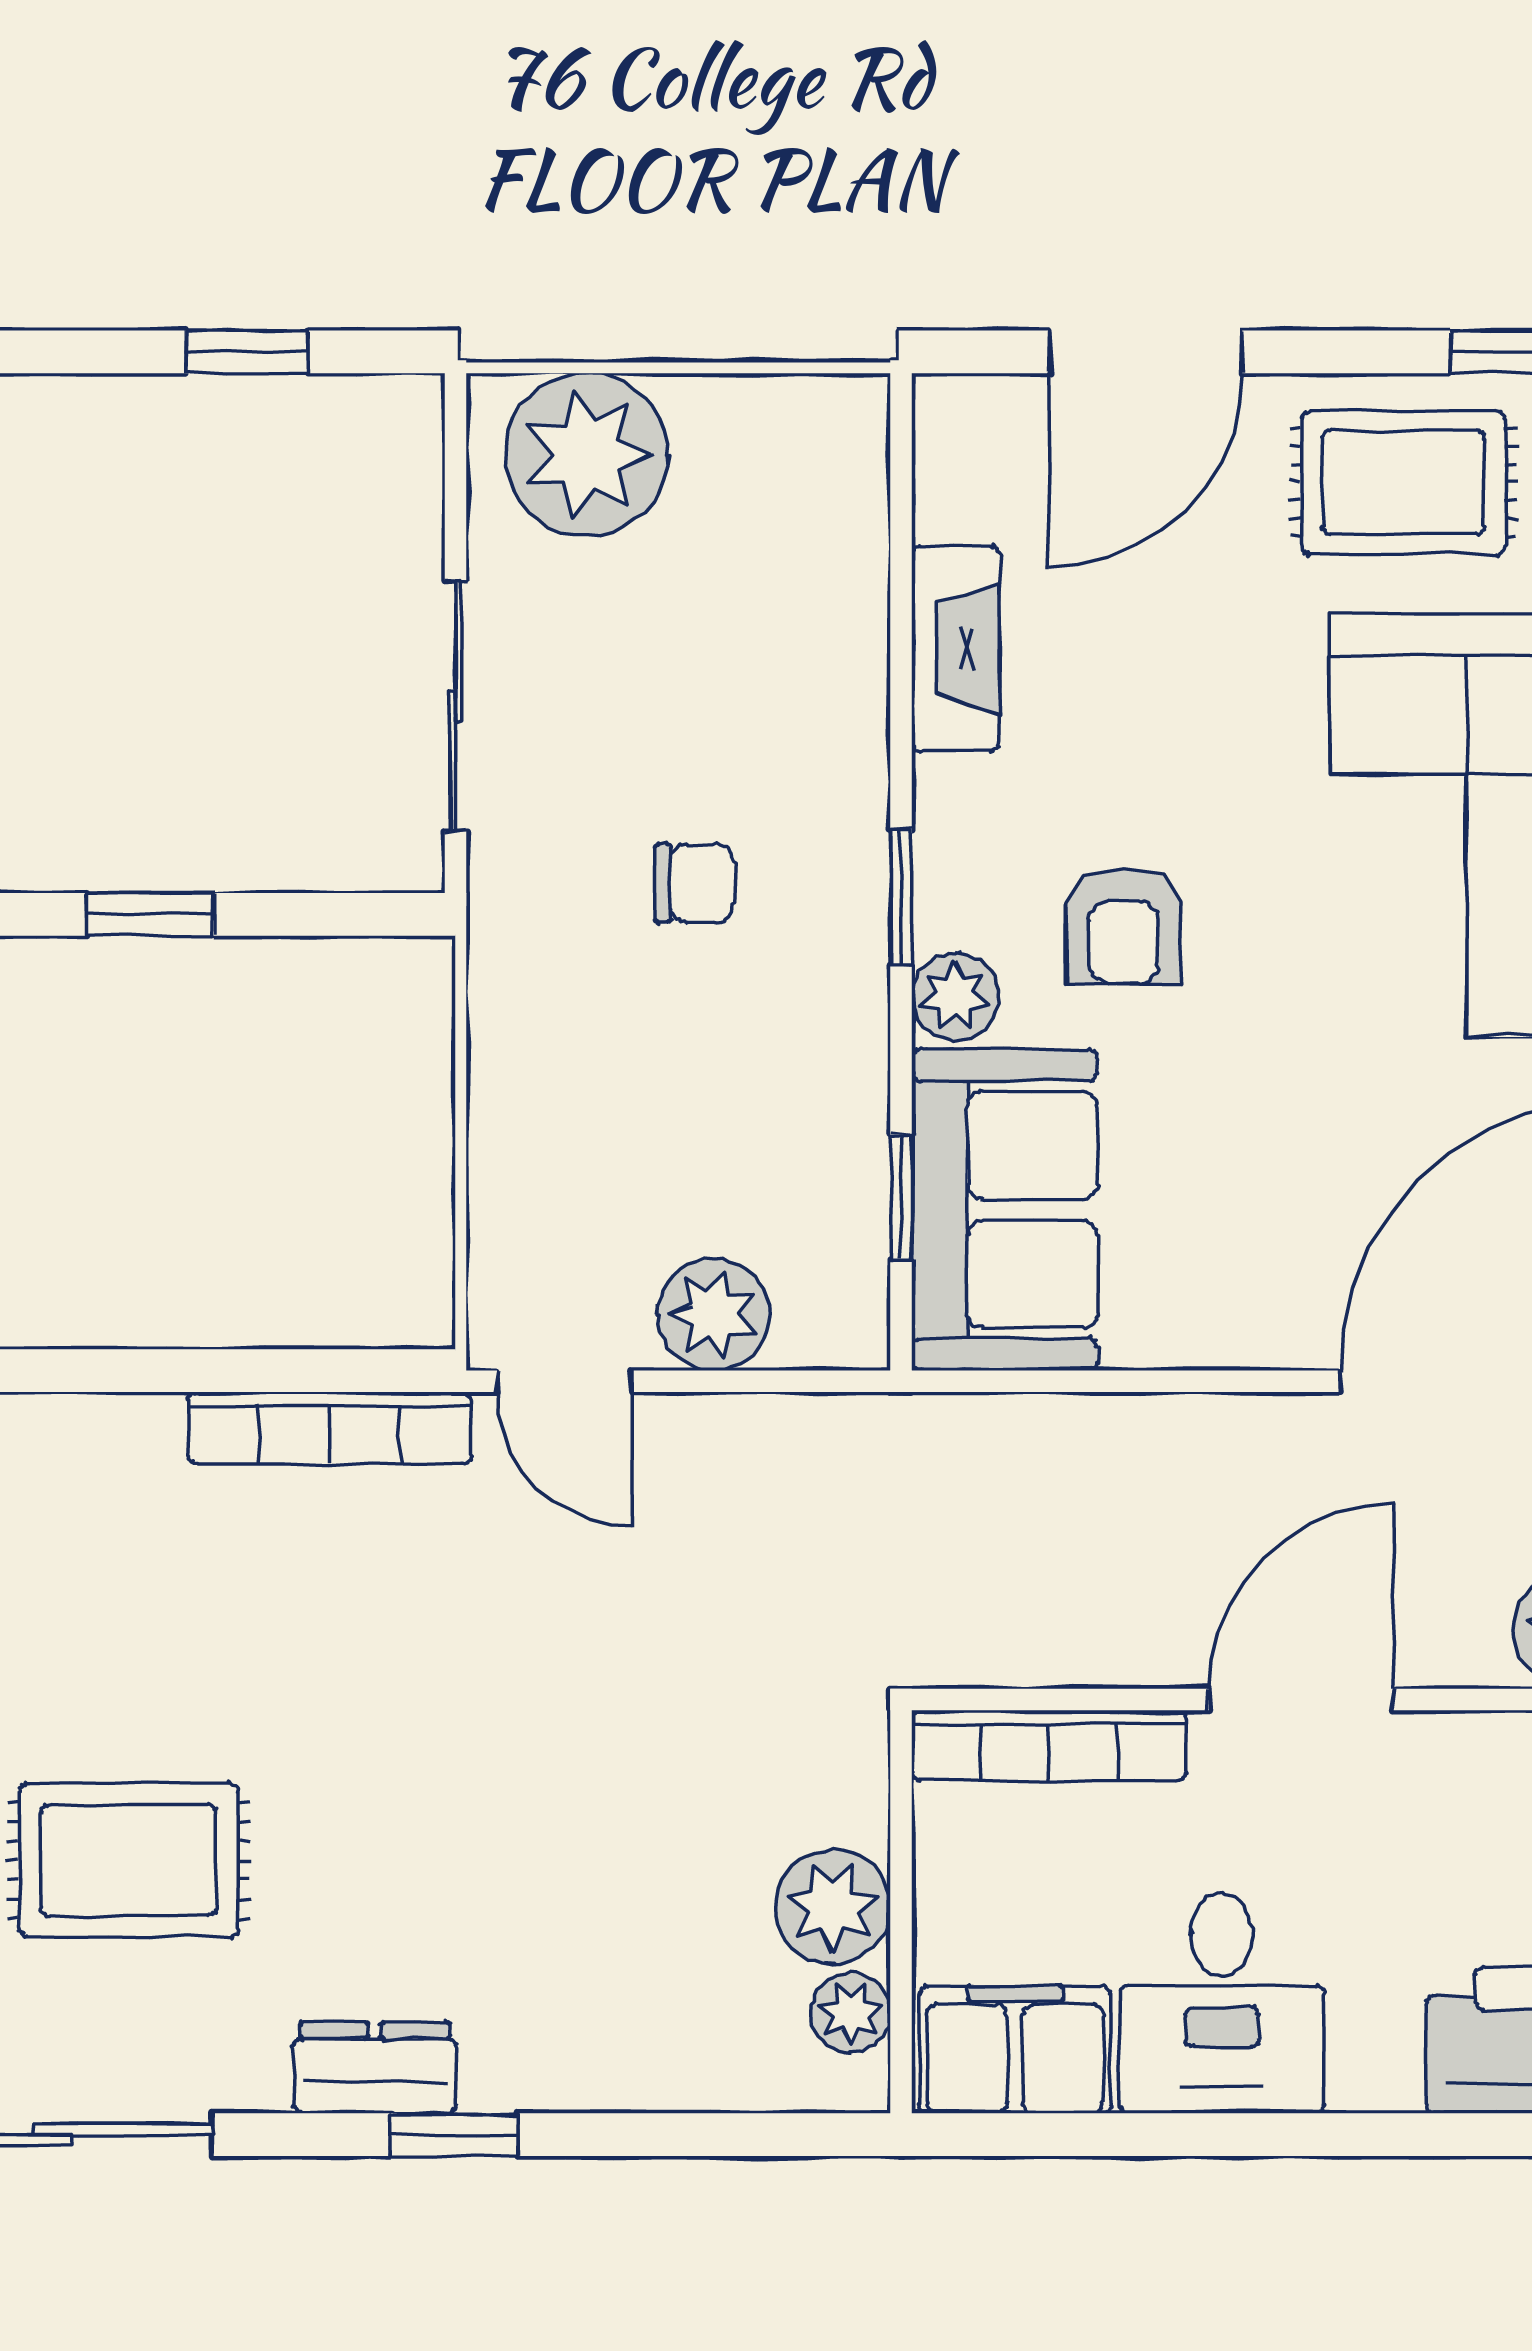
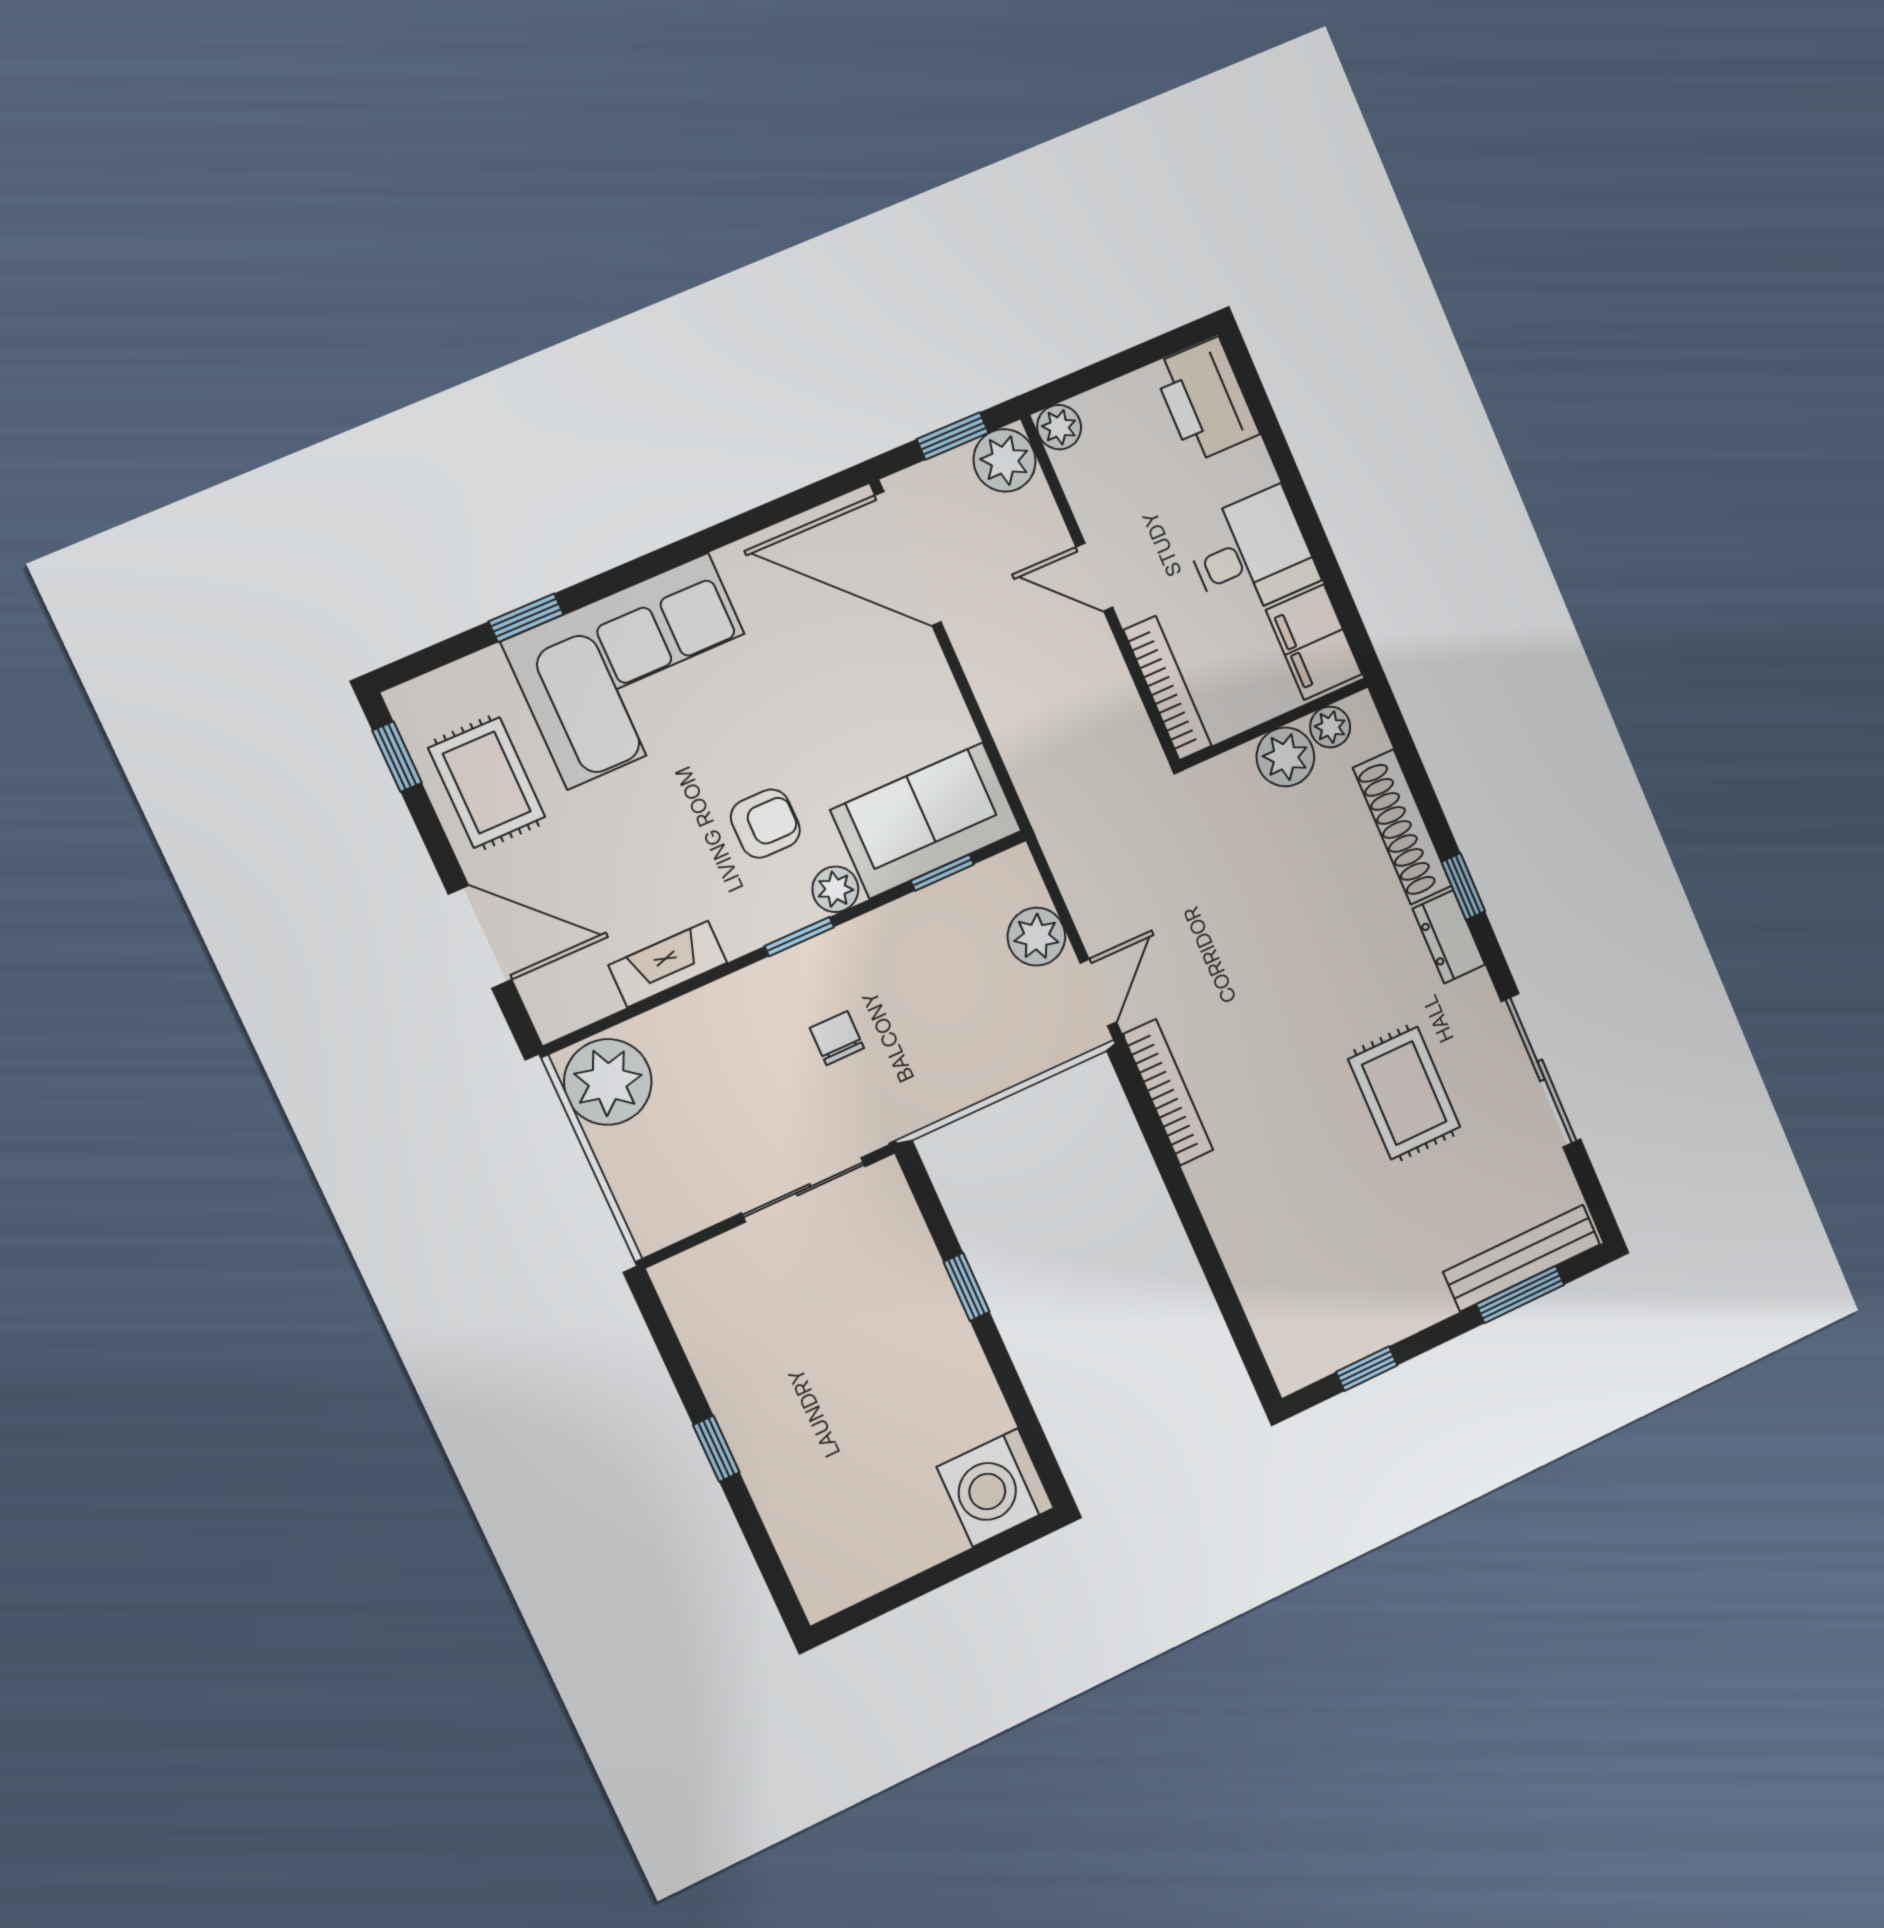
window: (247, 352) -> (716, 1449), moved
plant: (587, 455) -> (608, 1082), moved
door: (1301, 1700) -> (1094, 577), width x0.73
shoe rack: (612, 2068) -> (1402, 827), added

